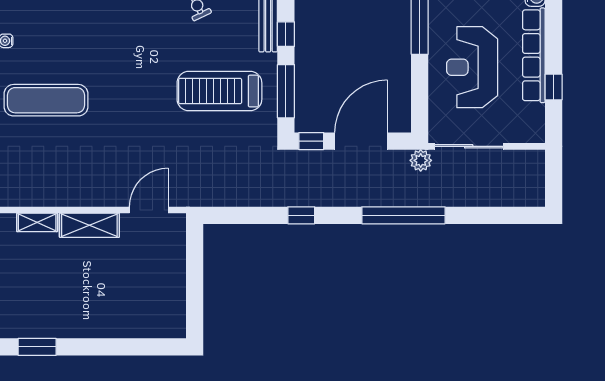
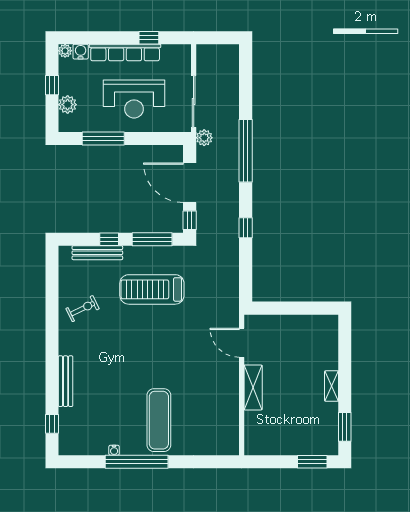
treadmill: (219, 91) -> (152, 289), turned 90
shelving: (37, 222) -> (332, 386), moved

